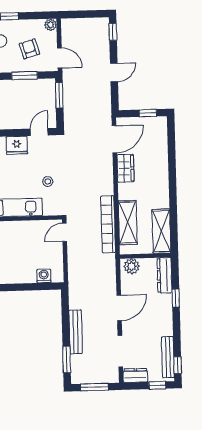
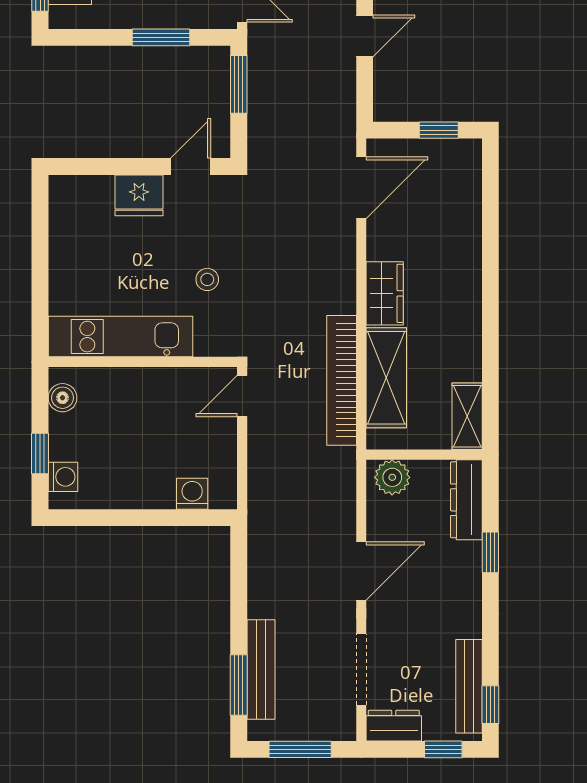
wardrobe: (126, 168) -> (385, 293), moved
shelving: (161, 231) -> (467, 416), width x0.67, depth x0.75
bench: (76, 332) -> (261, 669), moved

